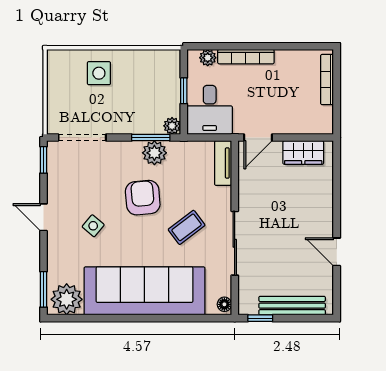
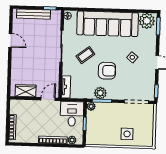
armchair: (143, 198) -> (107, 71), turned -85

